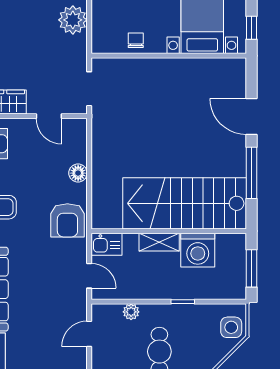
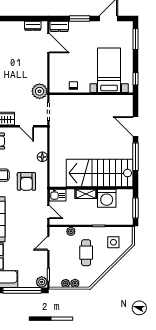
plant: (73, 20) -> (40, 91), moved
armchair: (67, 220) -> (26, 181), moved
side table: (231, 327) -> (113, 242), moved

